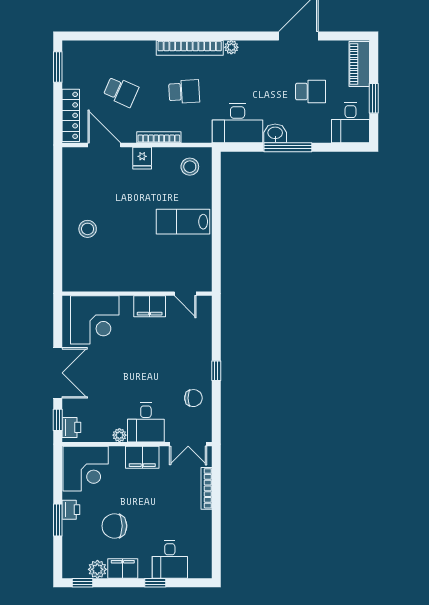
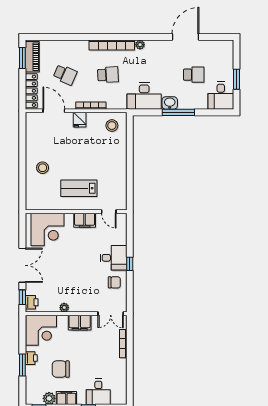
piano: (359, 64) -> (32, 57), moved, turned 180
lab bench: (183, 222) -> (79, 188), moved
desk: (146, 422) -> (113, 258), moved, turned -90

